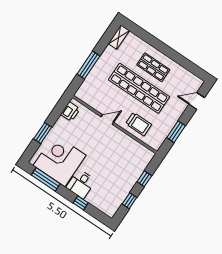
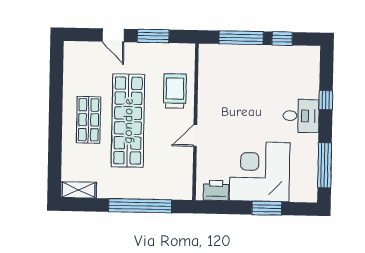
window: (89, 65) -> (140, 206), width x1.46
door: (197, 101) -> (113, 35), moved
door: (107, 120) -> (195, 135), hinge flipped
corner desk: (60, 160) -> (260, 172), moved, turned 90
window: (144, 179) -> (241, 38), width x2.17

